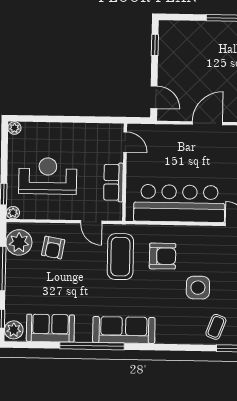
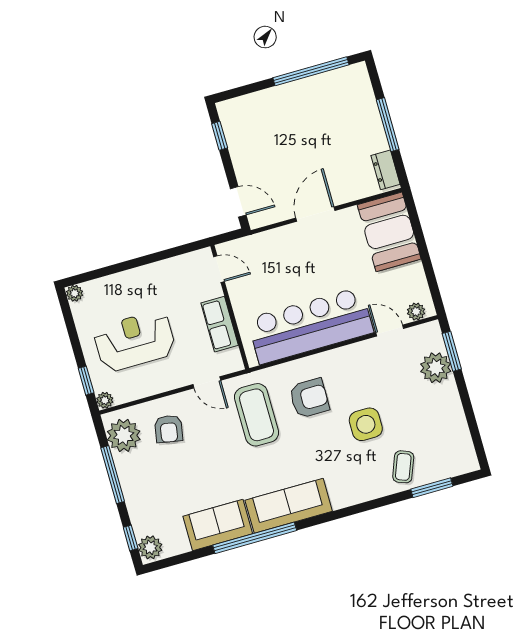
sofa: (50, 328) -> (218, 525), moved

